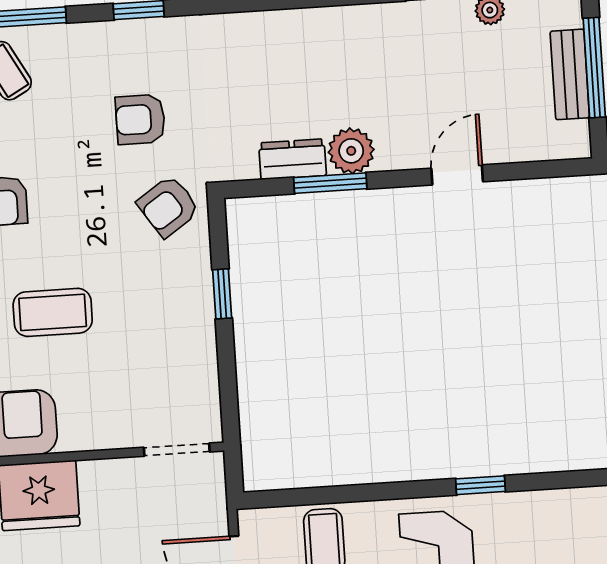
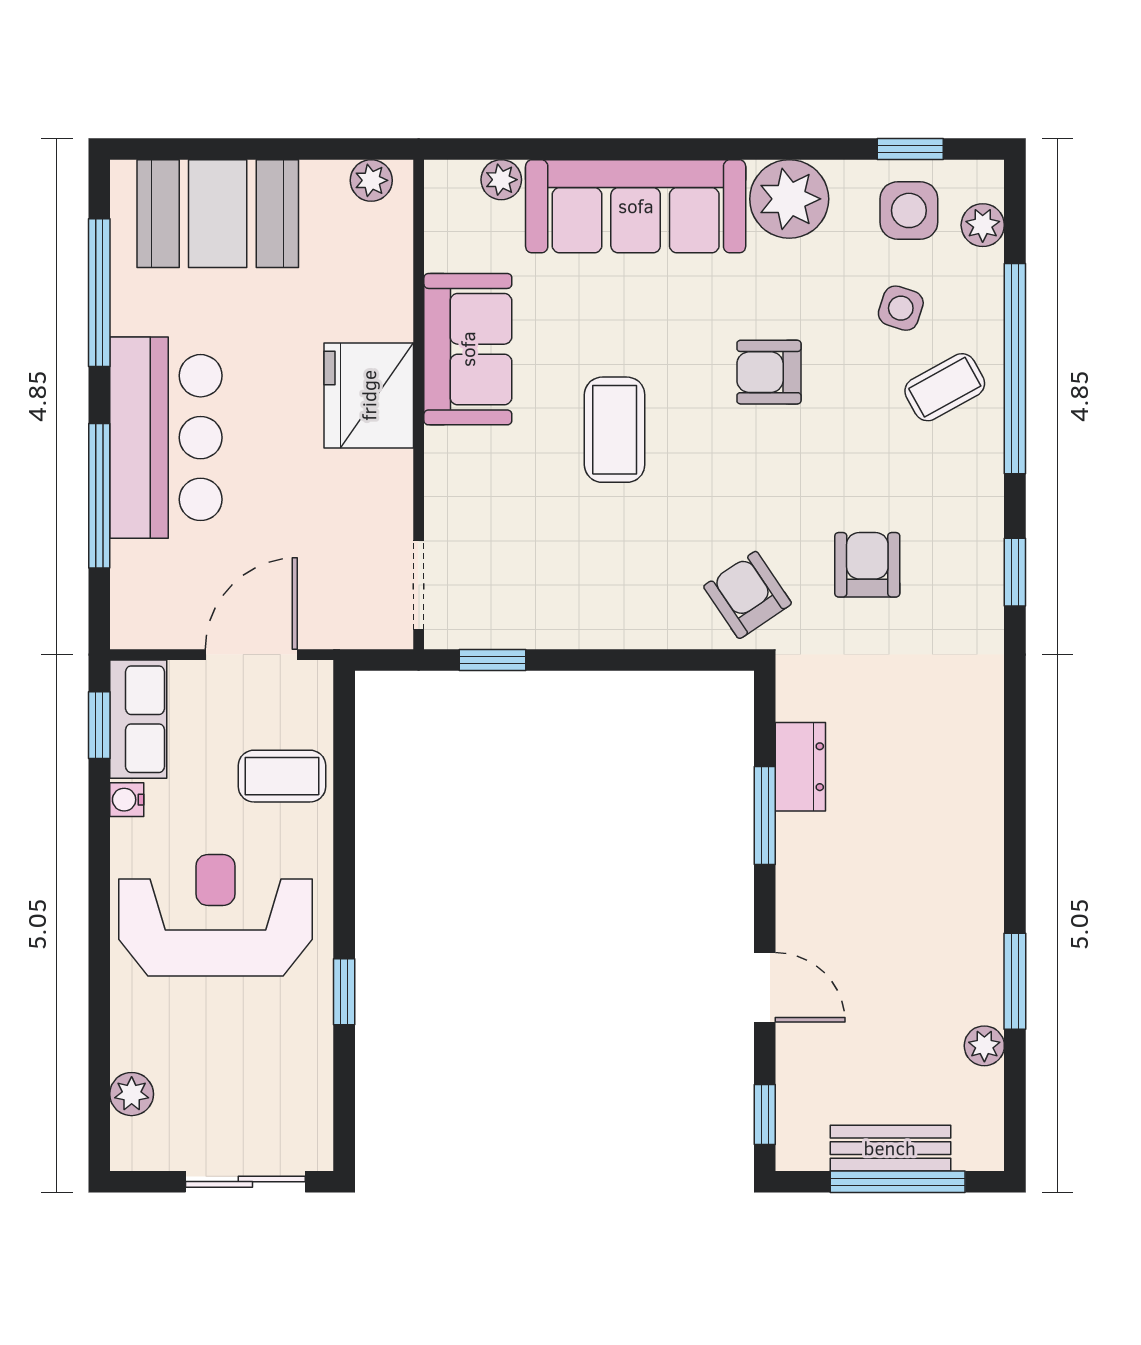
plant: (351, 151) -> (806, 846), removed
window: (551, 169) -> (765, 1115), added
window: (222, 294) -> (493, 660), moved

